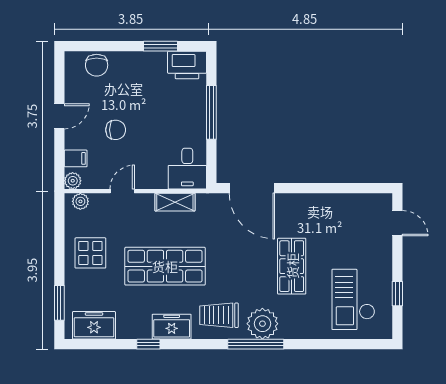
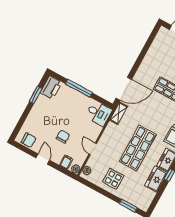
chair: (97, 65) -> (29, 140), moved
shelving: (175, 202) -> (119, 113), moved
freezer: (94, 325) -> (156, 179), moved

